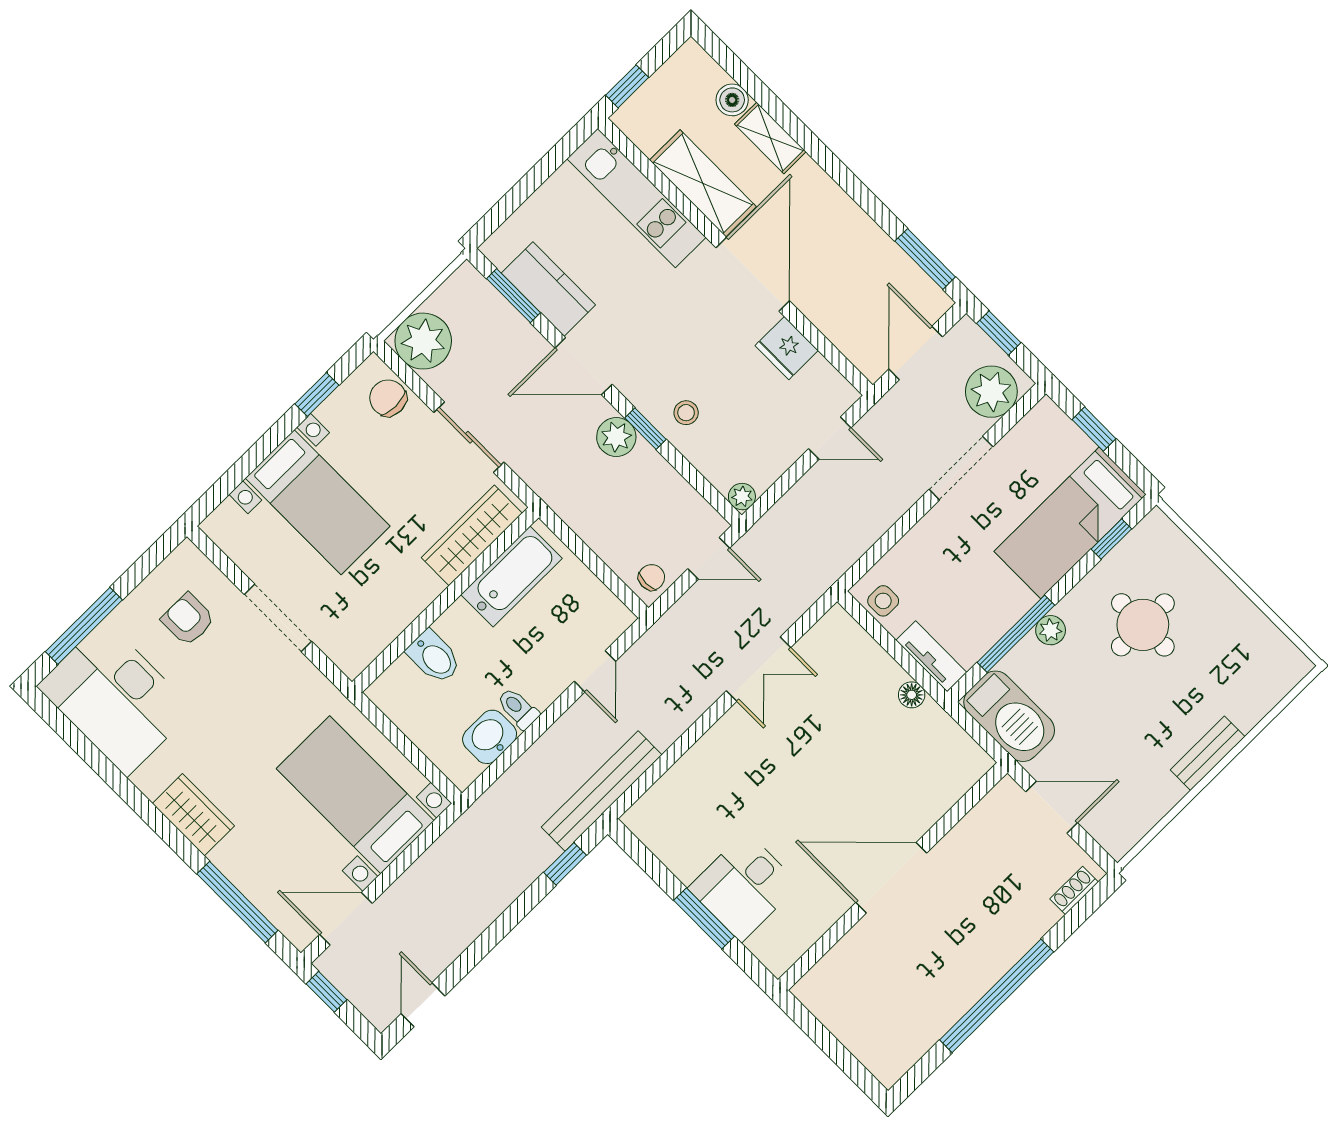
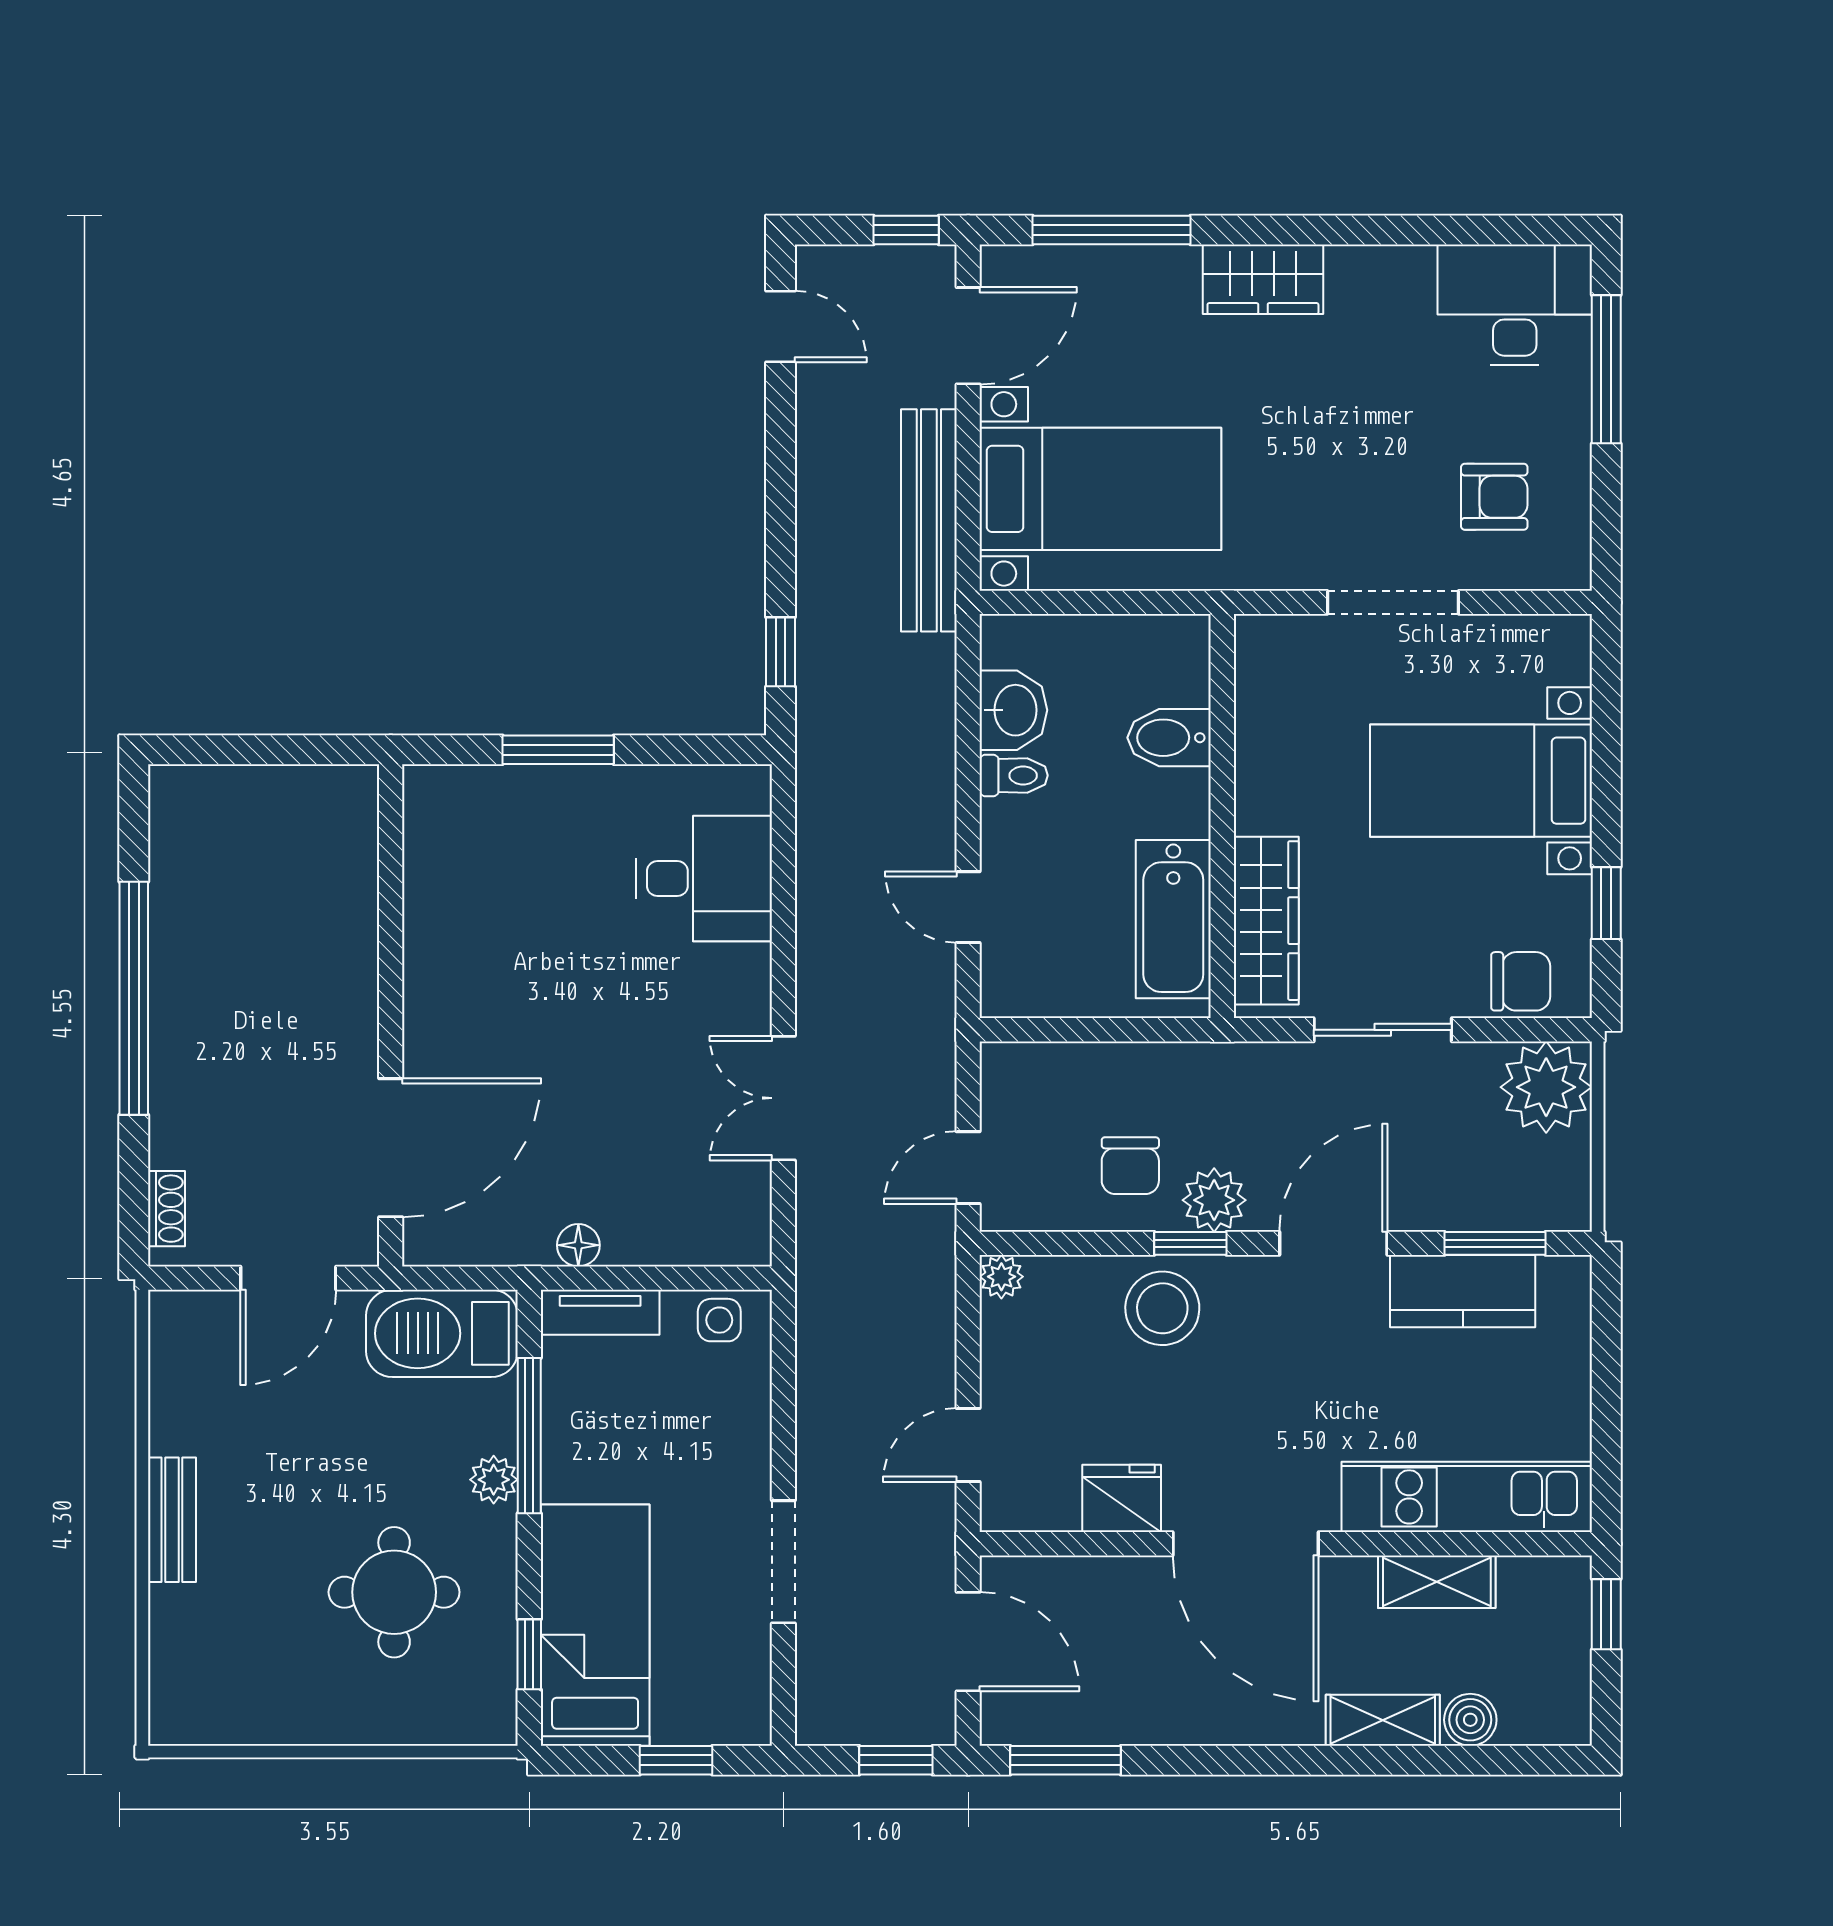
shelving: (703, 183) -> (1437, 1582), width x0.67, depth x0.75
plant: (991, 392) -> (837, 1685), removed
stool: (686, 413) -> (1162, 1308), width x1.89, depth x1.89
chair: (652, 577) -> (1130, 1166), moved, width x1.37, depth x1.37
desk: (115, 698) -> (1515, 305), width x0.73, depth x0.77
bench: (602, 791) -> (929, 520), moved
door: (891, 878) -> (391, 1148), moved
desk: (744, 886) -> (704, 879), moved, turned 90

